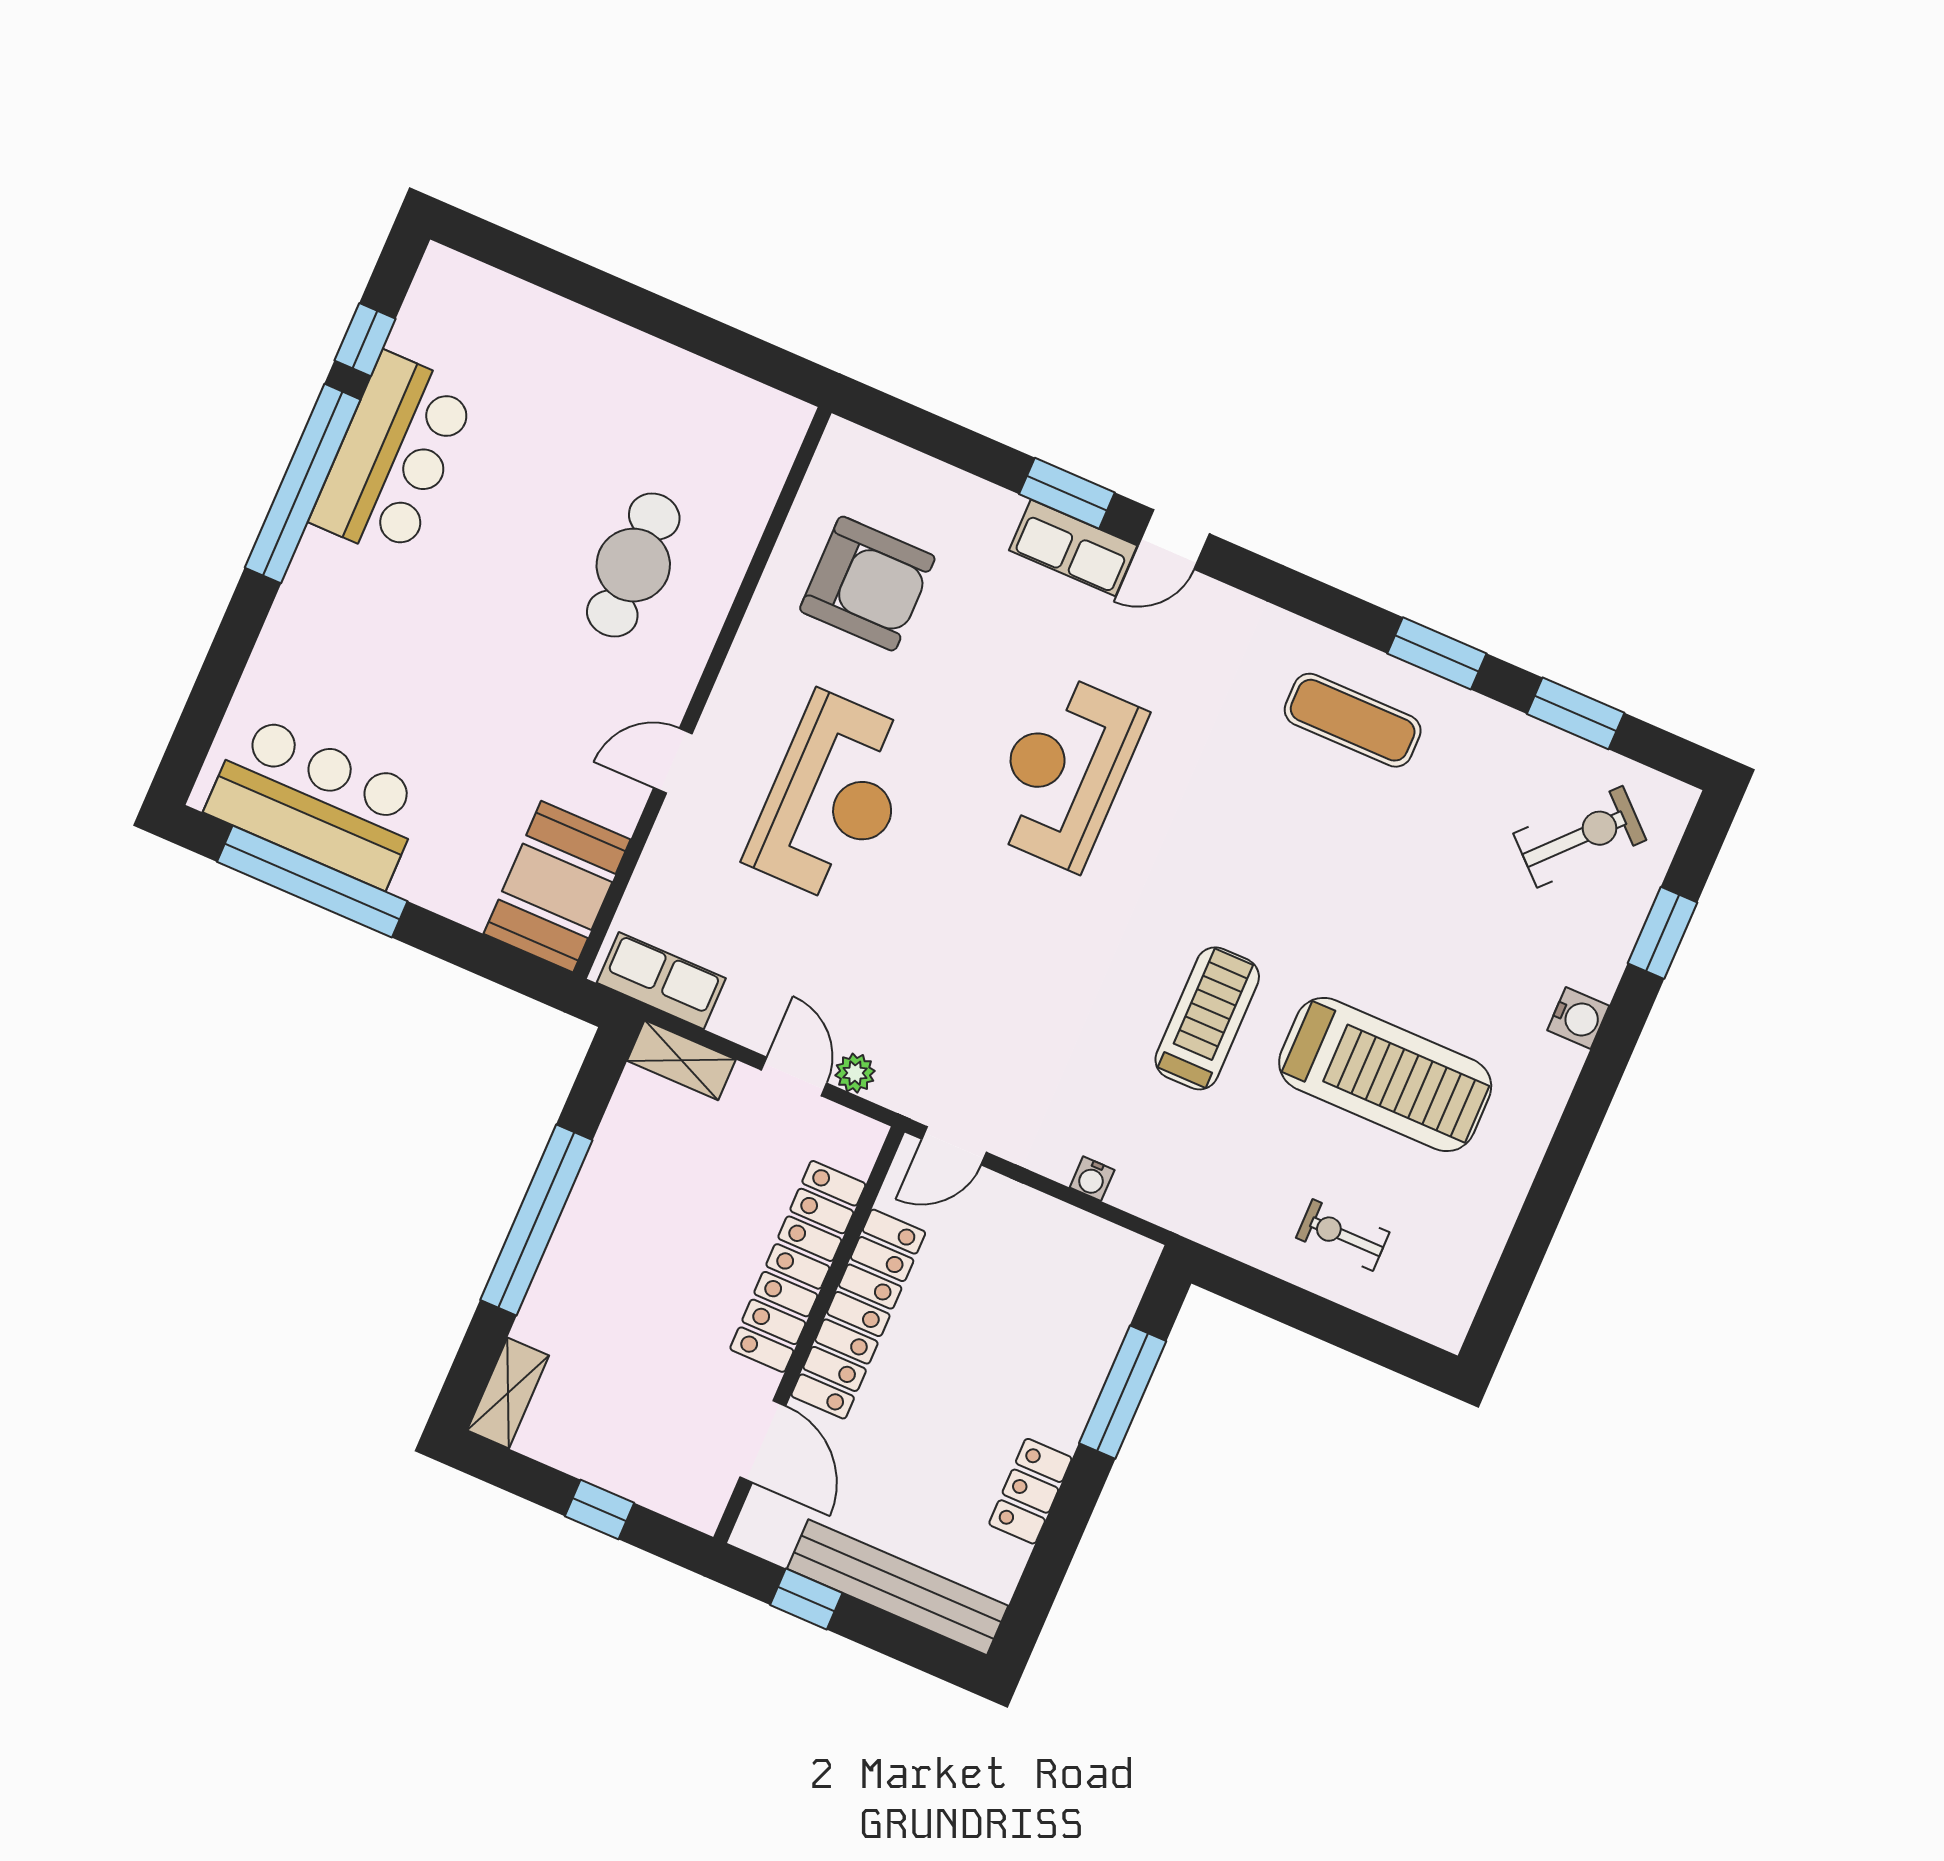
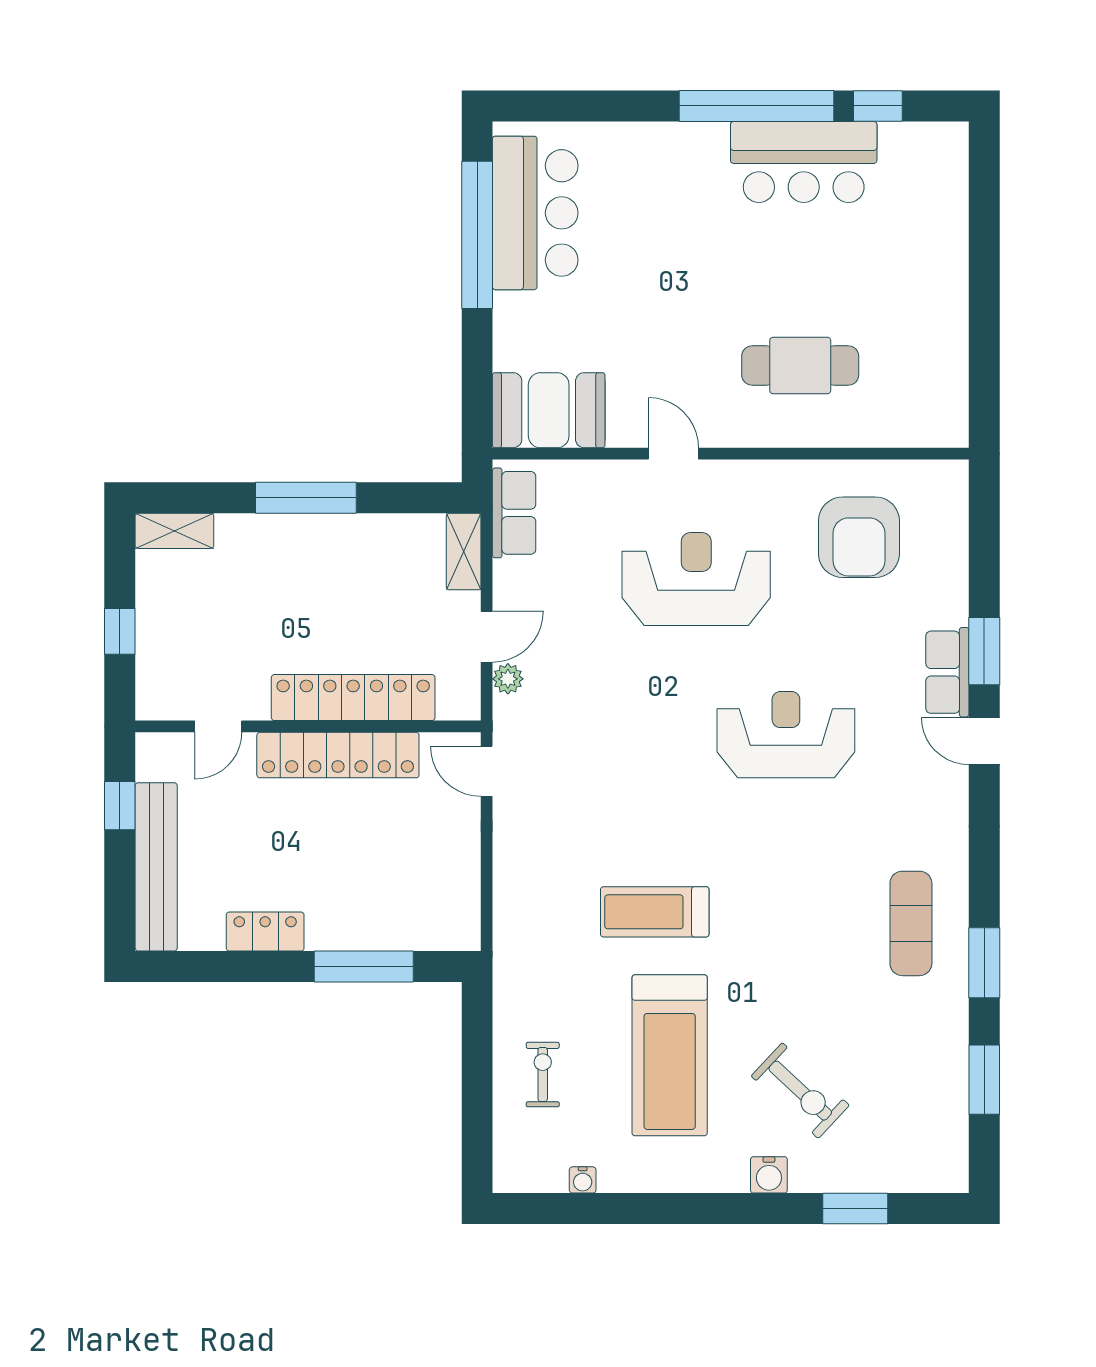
reception desk: (833, 798) -> (696, 579), turned 180
exercise bike: (1580, 837) -> (800, 1091), moved
treadmill: (1207, 1018) -> (655, 912), turned 180
water cooler: (1092, 1179) -> (583, 1180), moved, turned -90
window: (536, 1220) -> (306, 498), width x0.68
door: (763, 1442) -> (218, 726), width x0.73

